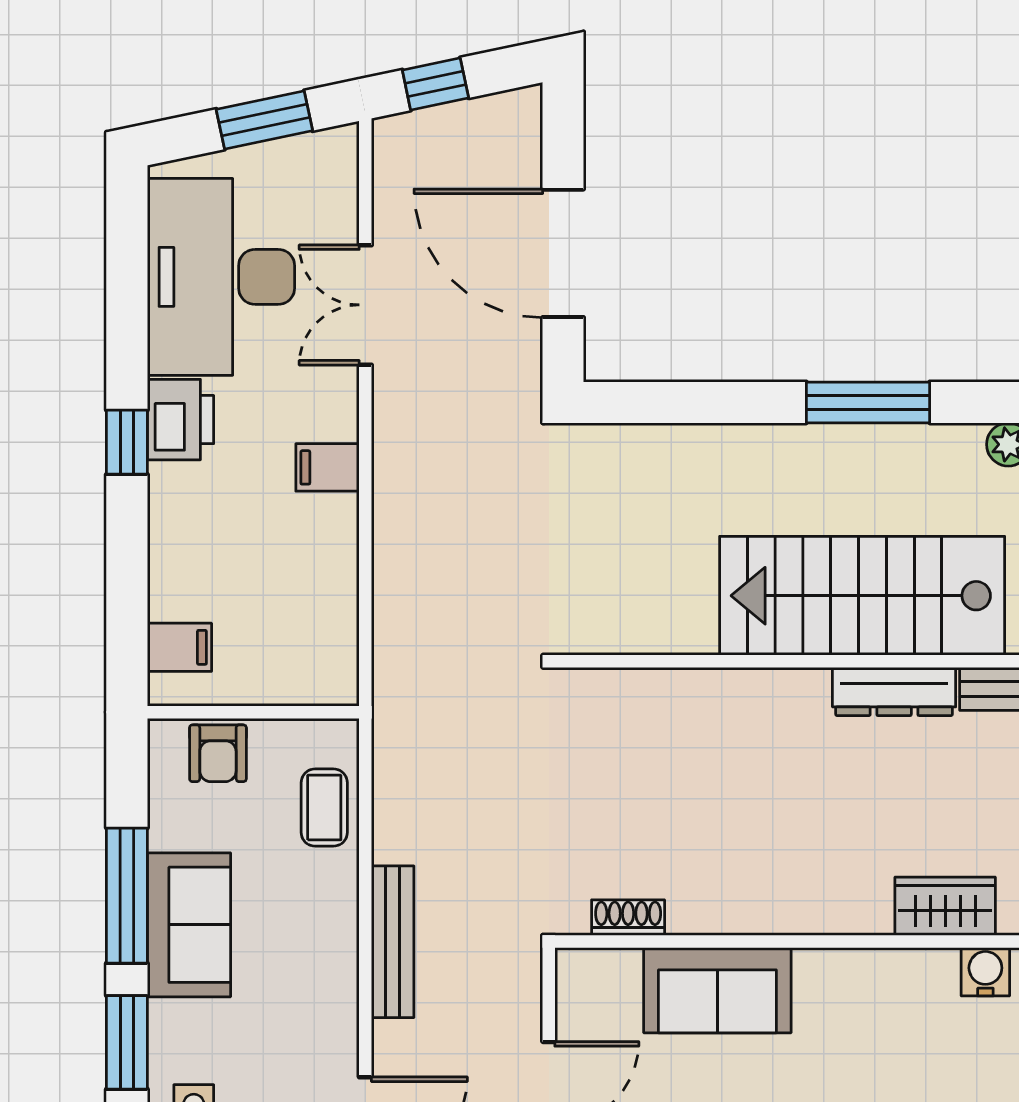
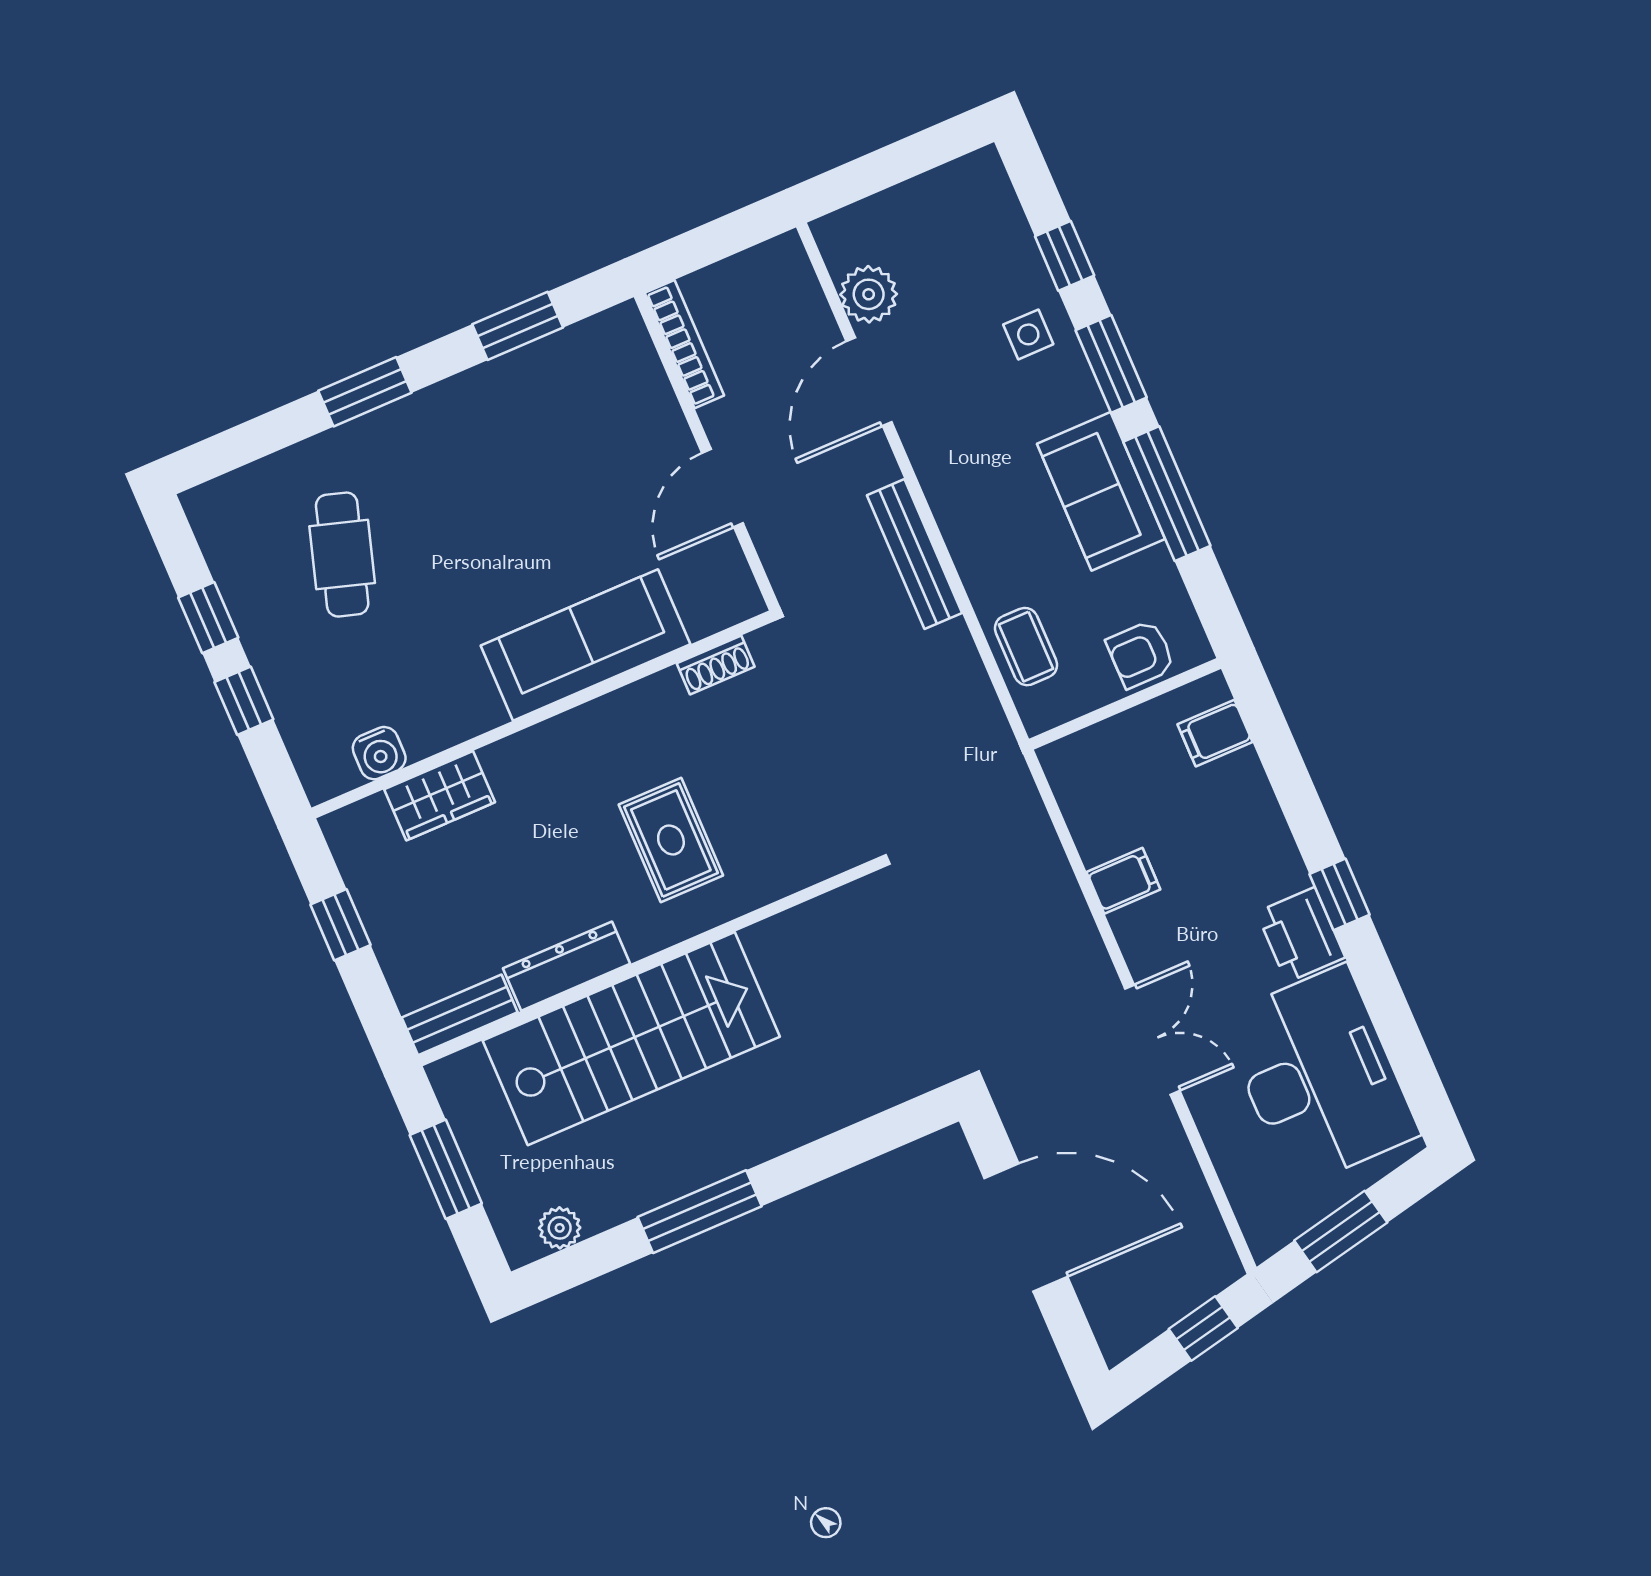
double door: (365, 305) -> (1152, 1040), moved
filing cabinet: (328, 467) -> (1123, 881), moved
armchair: (218, 753) -> (1141, 654), turned -90
rug: (743, 769) -> (671, 840), added
sofa: (717, 990) -> (586, 645), width x1.36

